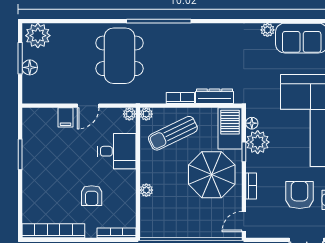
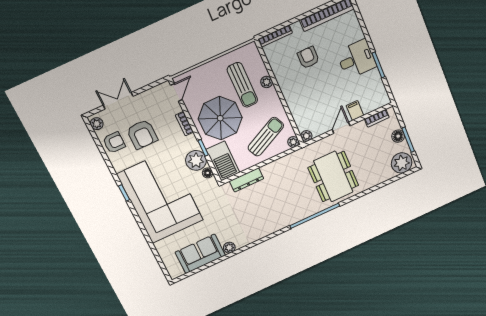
bookcase: (180, 98) -> (377, 118), moved
desk: (117, 151) -> (356, 59), moved, turned 180
sun lounger: (173, 199) -> (242, 85), added

